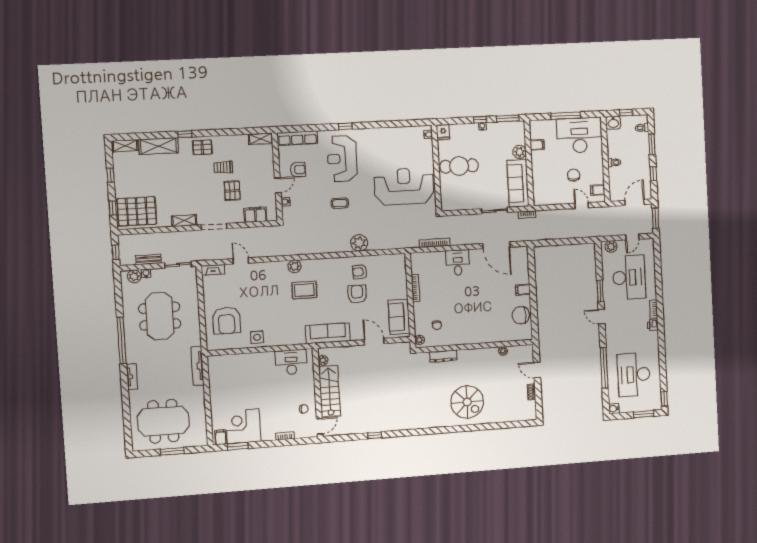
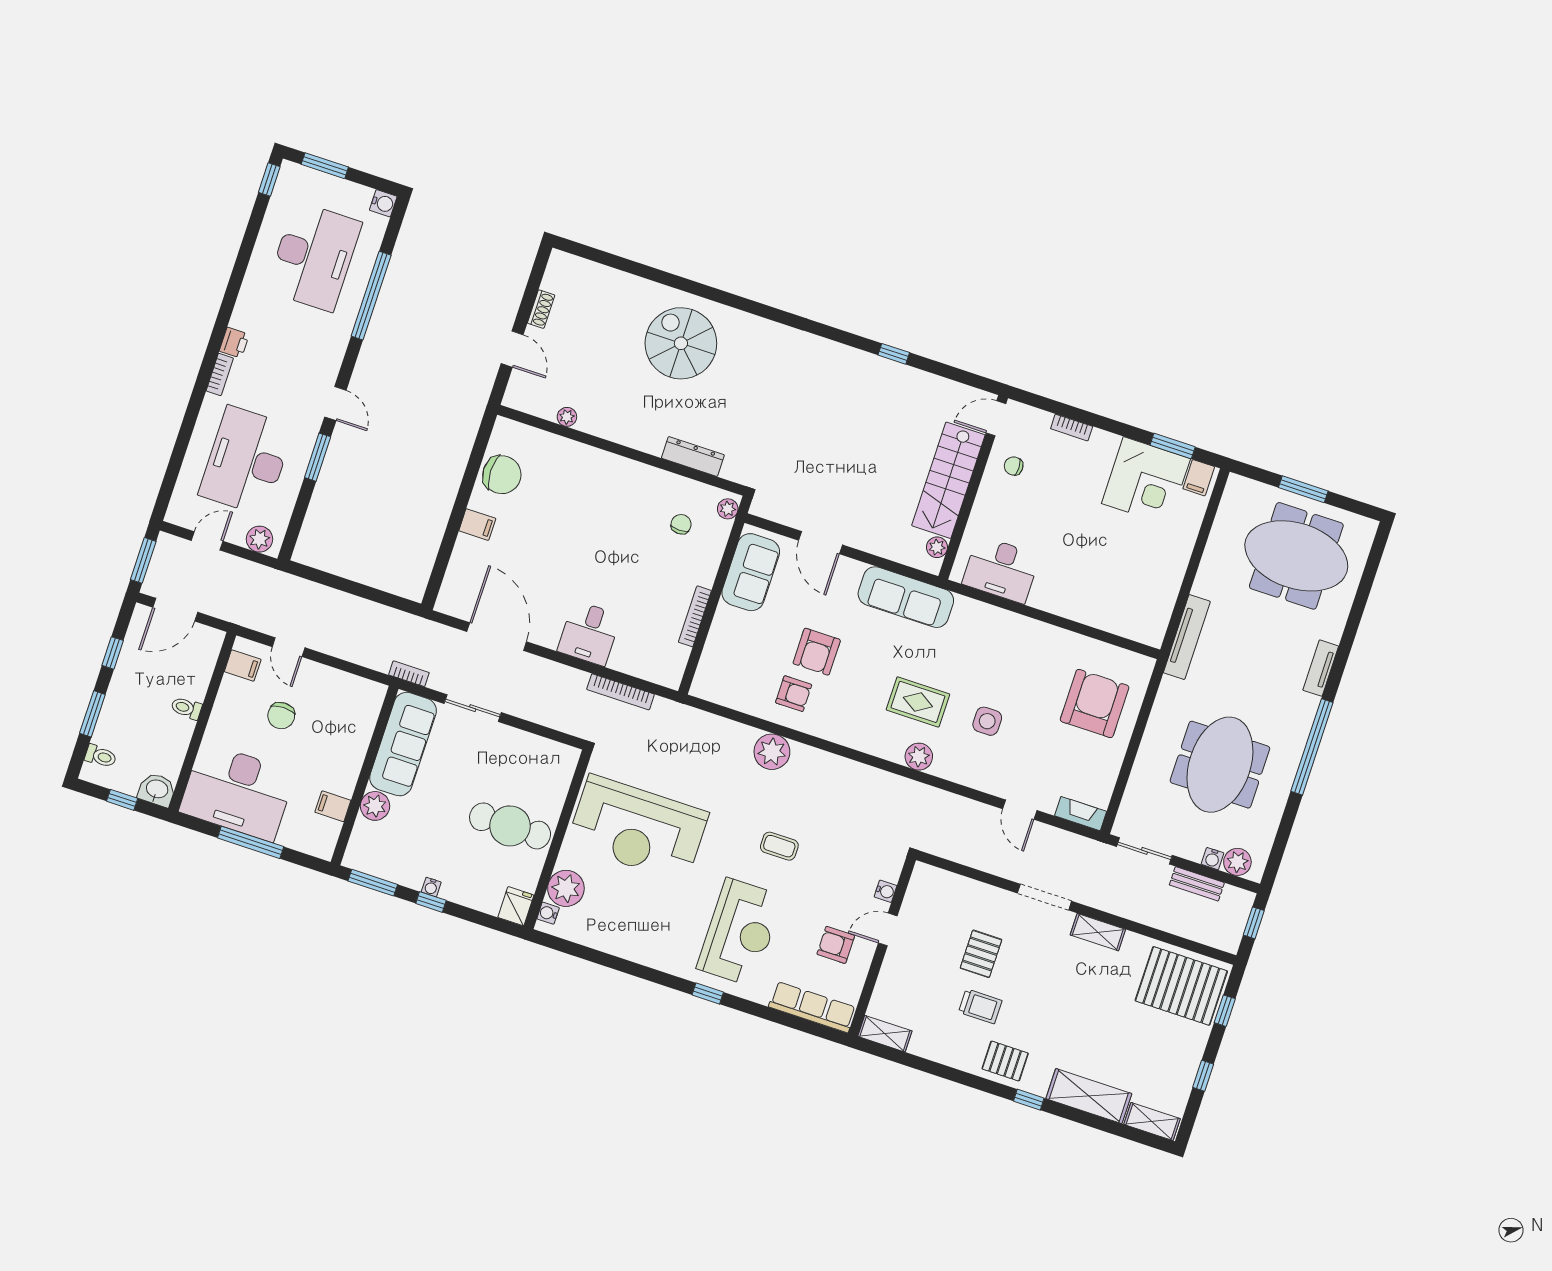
plant: (425, 148) -> (566, 888), added
filing cabinet: (255, 215) -> (955, 889), removed
side table: (257, 337) -> (987, 721), moved

